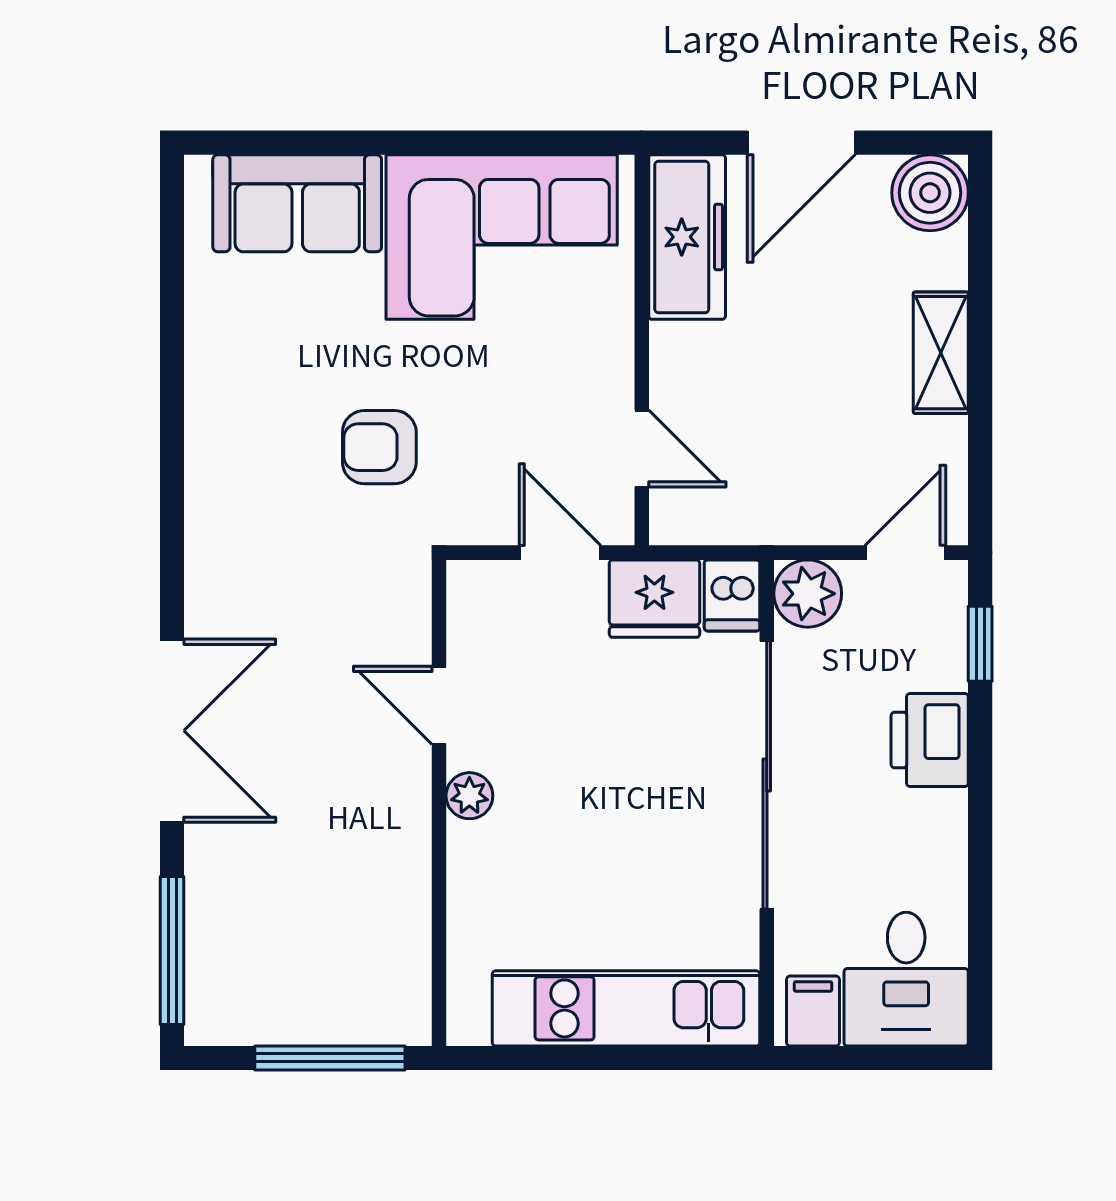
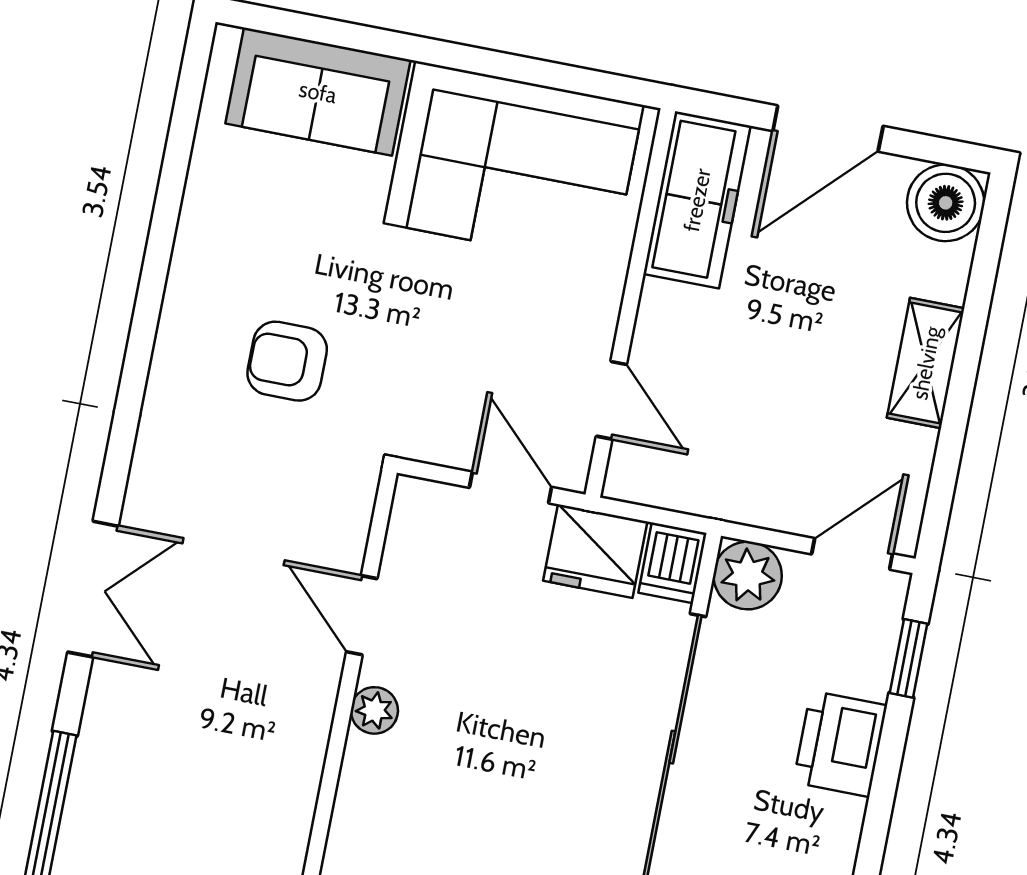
armchair: (379, 447) -> (287, 361), moved
double door: (172, 731) -> (93, 589), width x0.73

